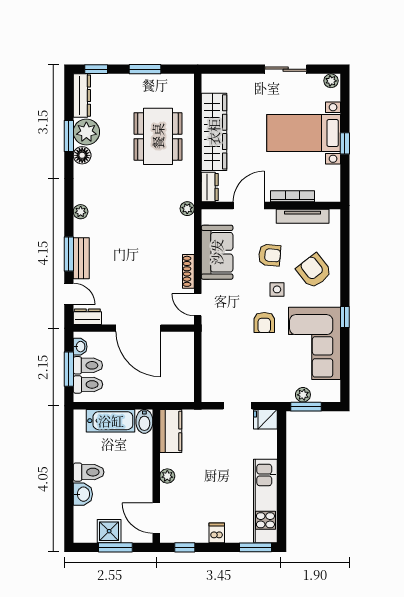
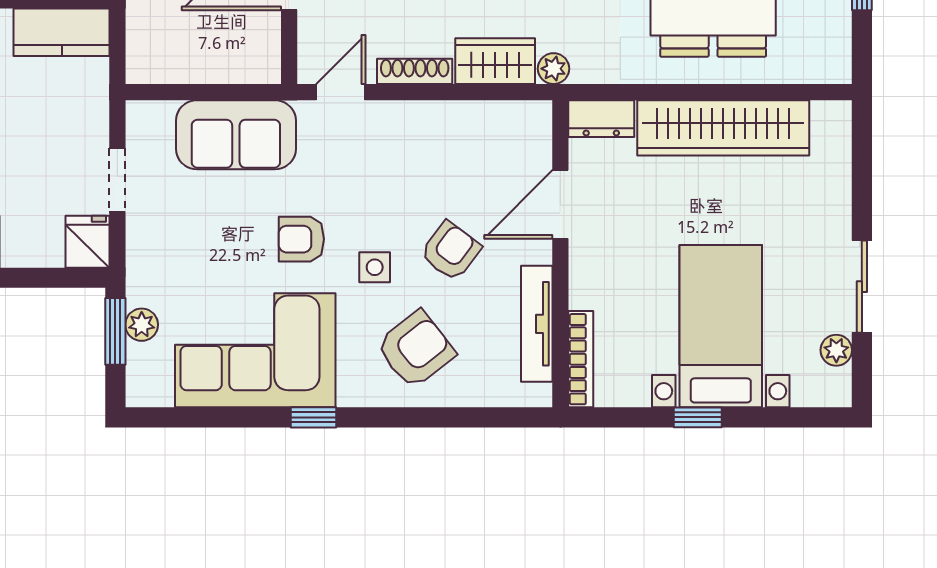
plant: (331, 81) -> (836, 350), moved
bookcase: (293, 196) -> (581, 359), moved
door: (249, 205) -> (560, 204), swing flipped
wardrobe: (184, 235) -> (495, 61), added
sofa: (217, 252) -> (236, 135), moved
armchair: (270, 255) -> (451, 251), turned -148

